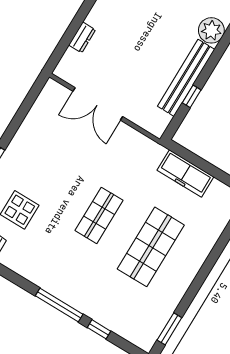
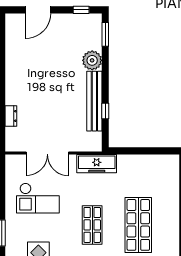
checkout: (56, 148) -> (38, 198), added
freezer: (185, 174) -> (97, 164), moved

